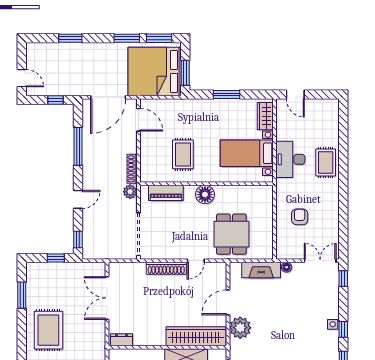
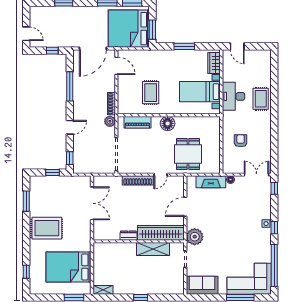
double door: (107, 298) -> (92, 203), swing flipped
plant: (240, 328) -> (195, 237), moved
rug: (48, 330) -> (47, 228), turned 90
dresser: (122, 340) -> (128, 236), moved

